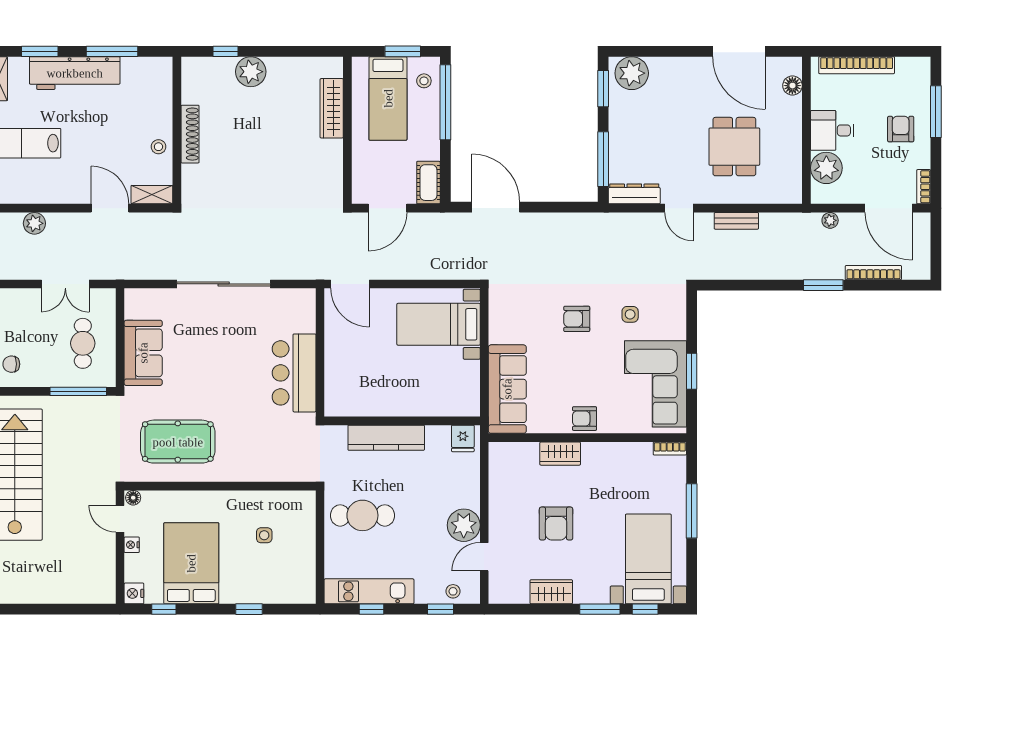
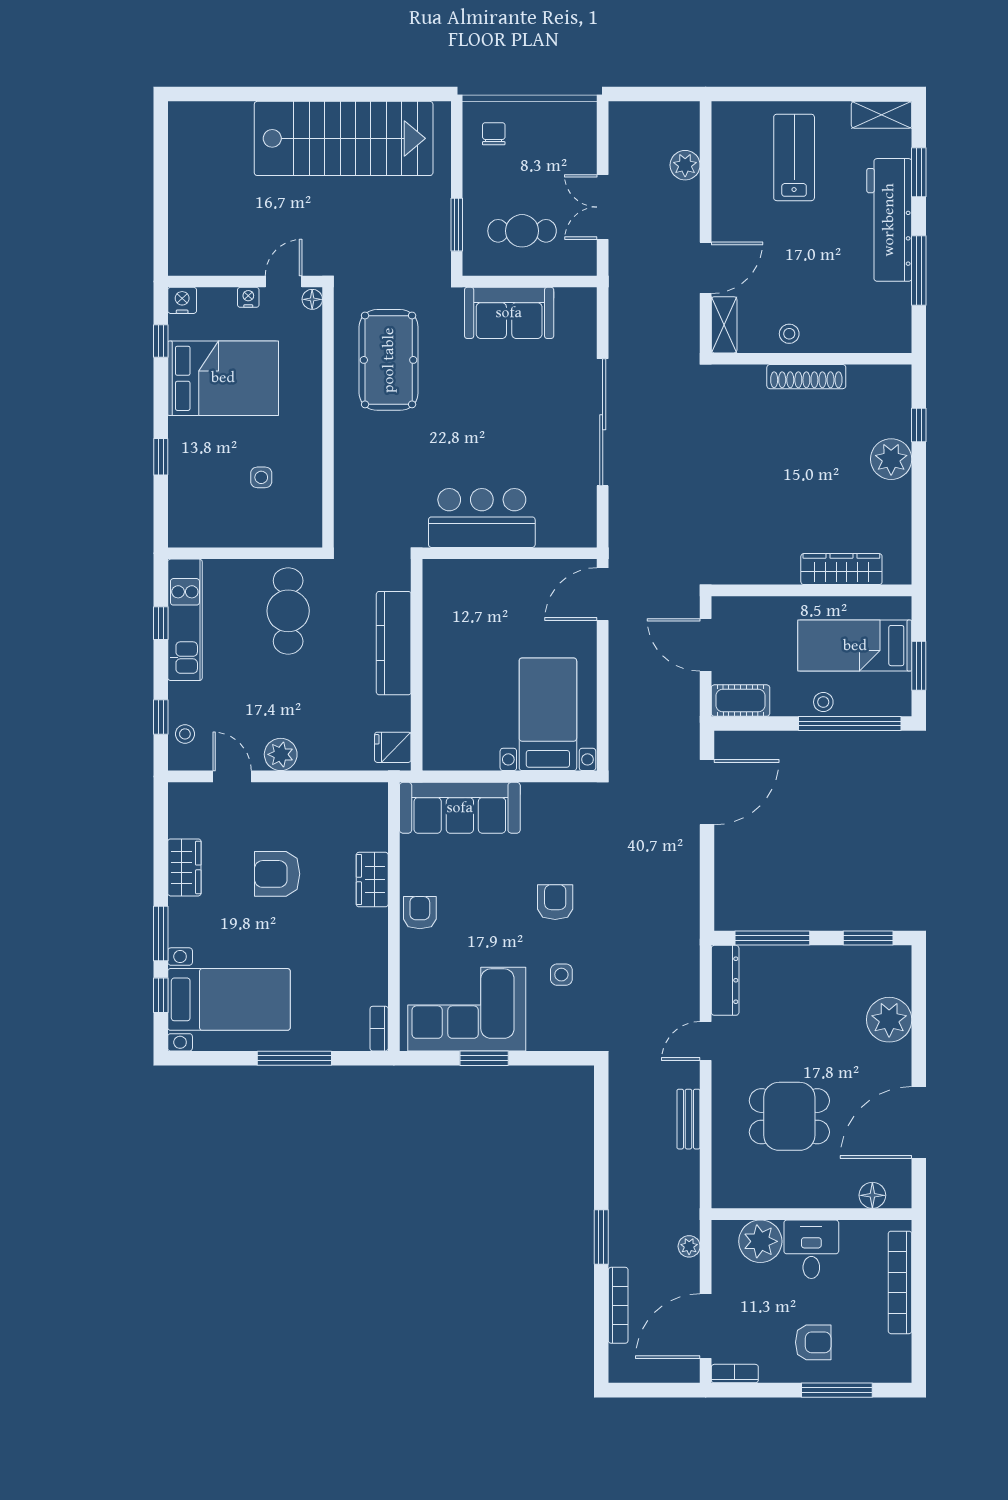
plant: (632, 73) -> (889, 1020), moved
stool: (424, 81) -> (823, 702), moved
window: (78, 391) -> (457, 225), width x0.69
plant: (464, 525) -> (281, 754), width x0.73, depth x0.73

